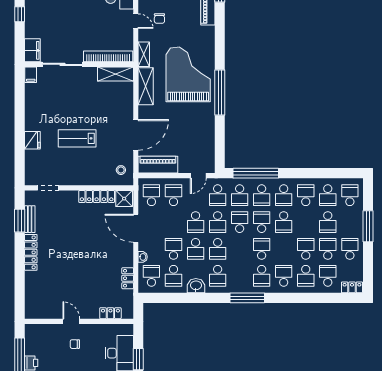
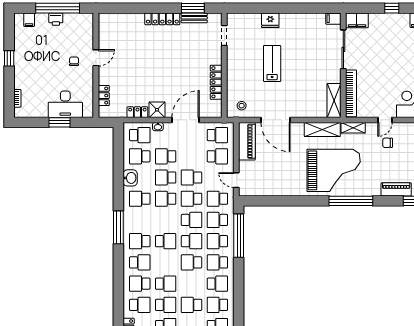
window: (220, 92) -> (351, 201), moved
shower: (124, 199) -> (157, 110), moved
school desk: (173, 249) -> (166, 156), turned 180

